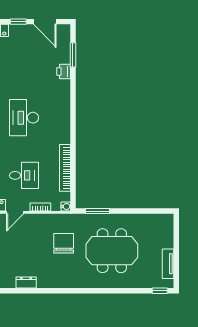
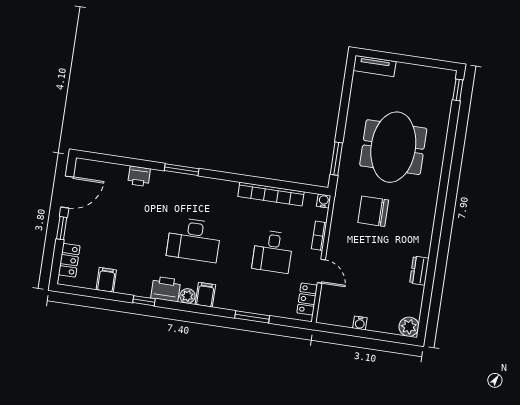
window: (73, 55) -> (182, 170), moved
desk: (24, 175) -> (273, 252), turned 180
tv unit: (168, 264) -> (375, 66), moved

